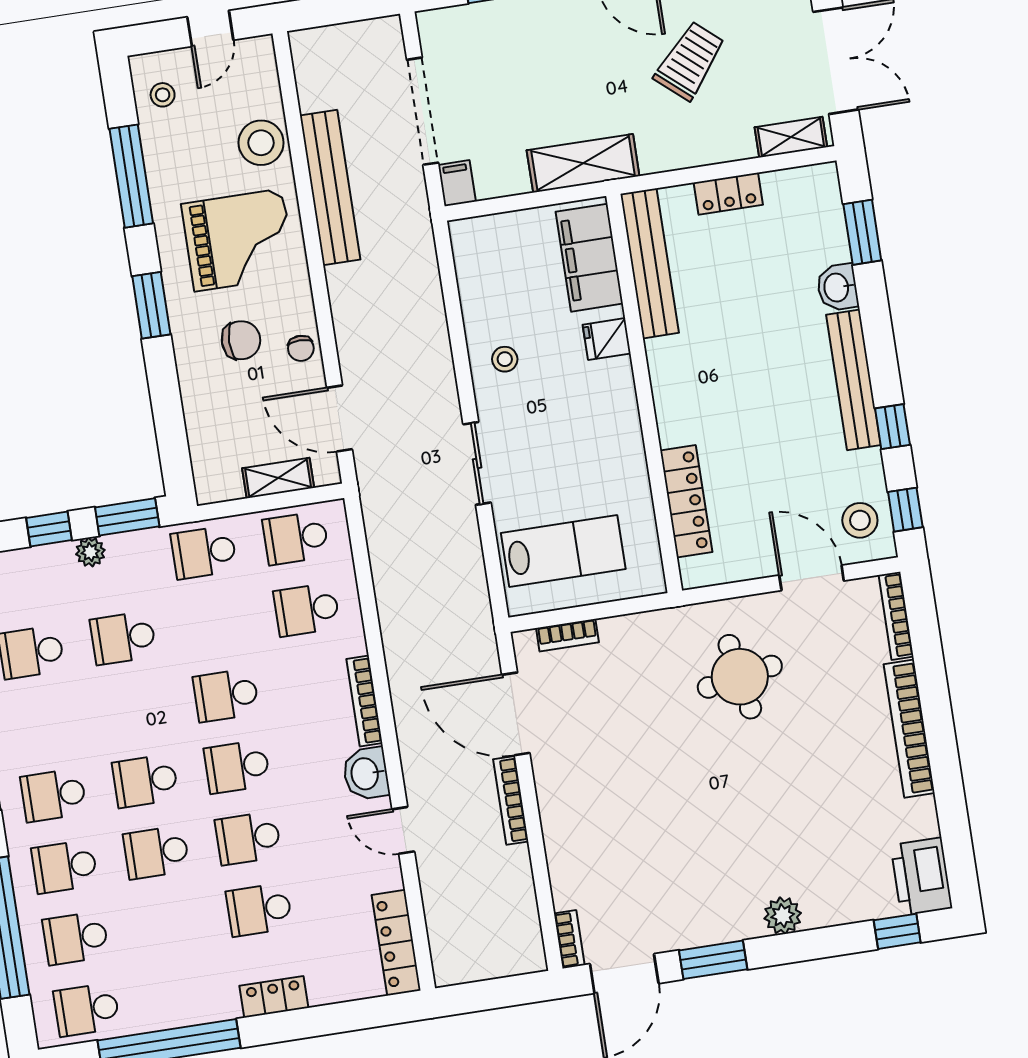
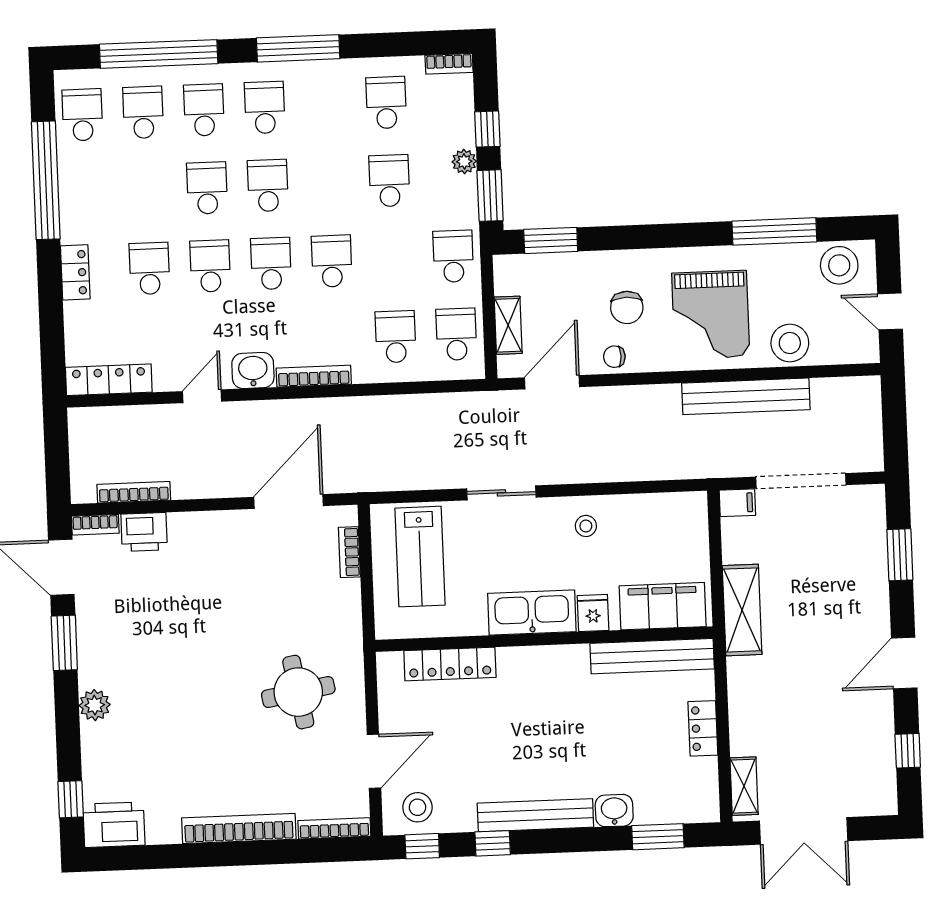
trolley: (690, 61) -> (817, 709), removed
stool: (163, 95) -> (839, 265), width x1.89, depth x1.89
window: (151, 305) -> (551, 240), moved
kitchen sink: (614, 411) -> (532, 613), added
bookcase: (511, 800) -> (134, 492), moved
printer: (571, 880) -> (144, 532), added

